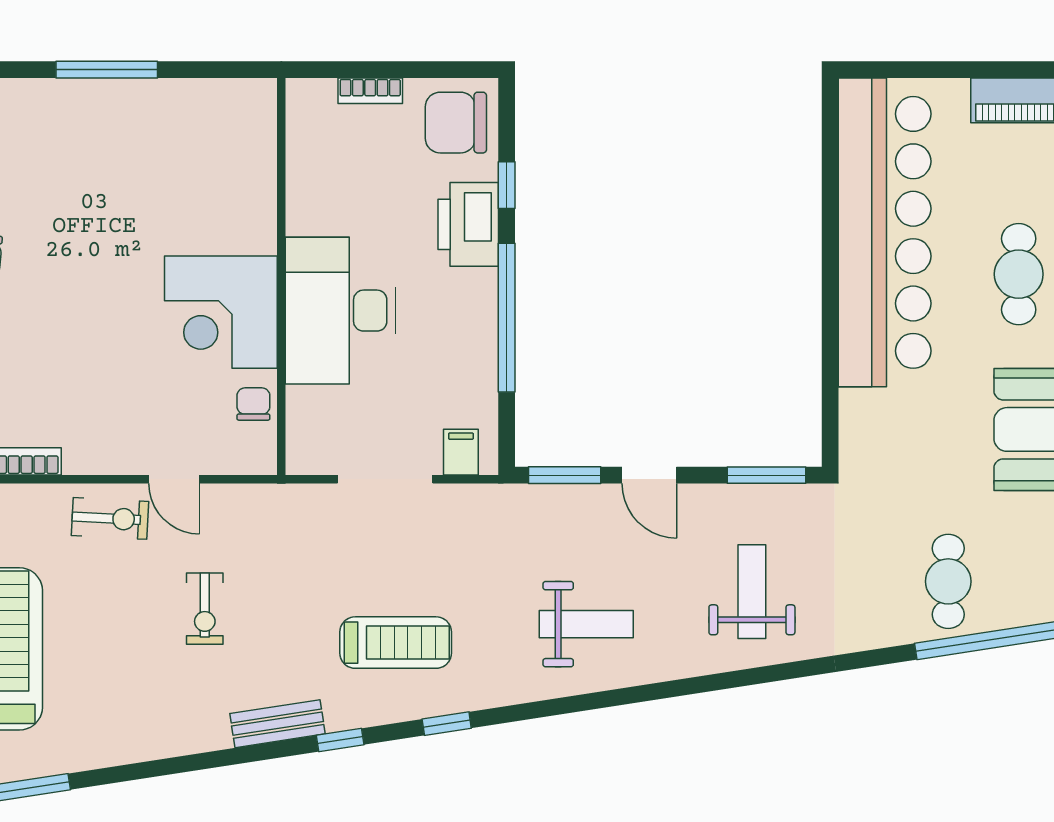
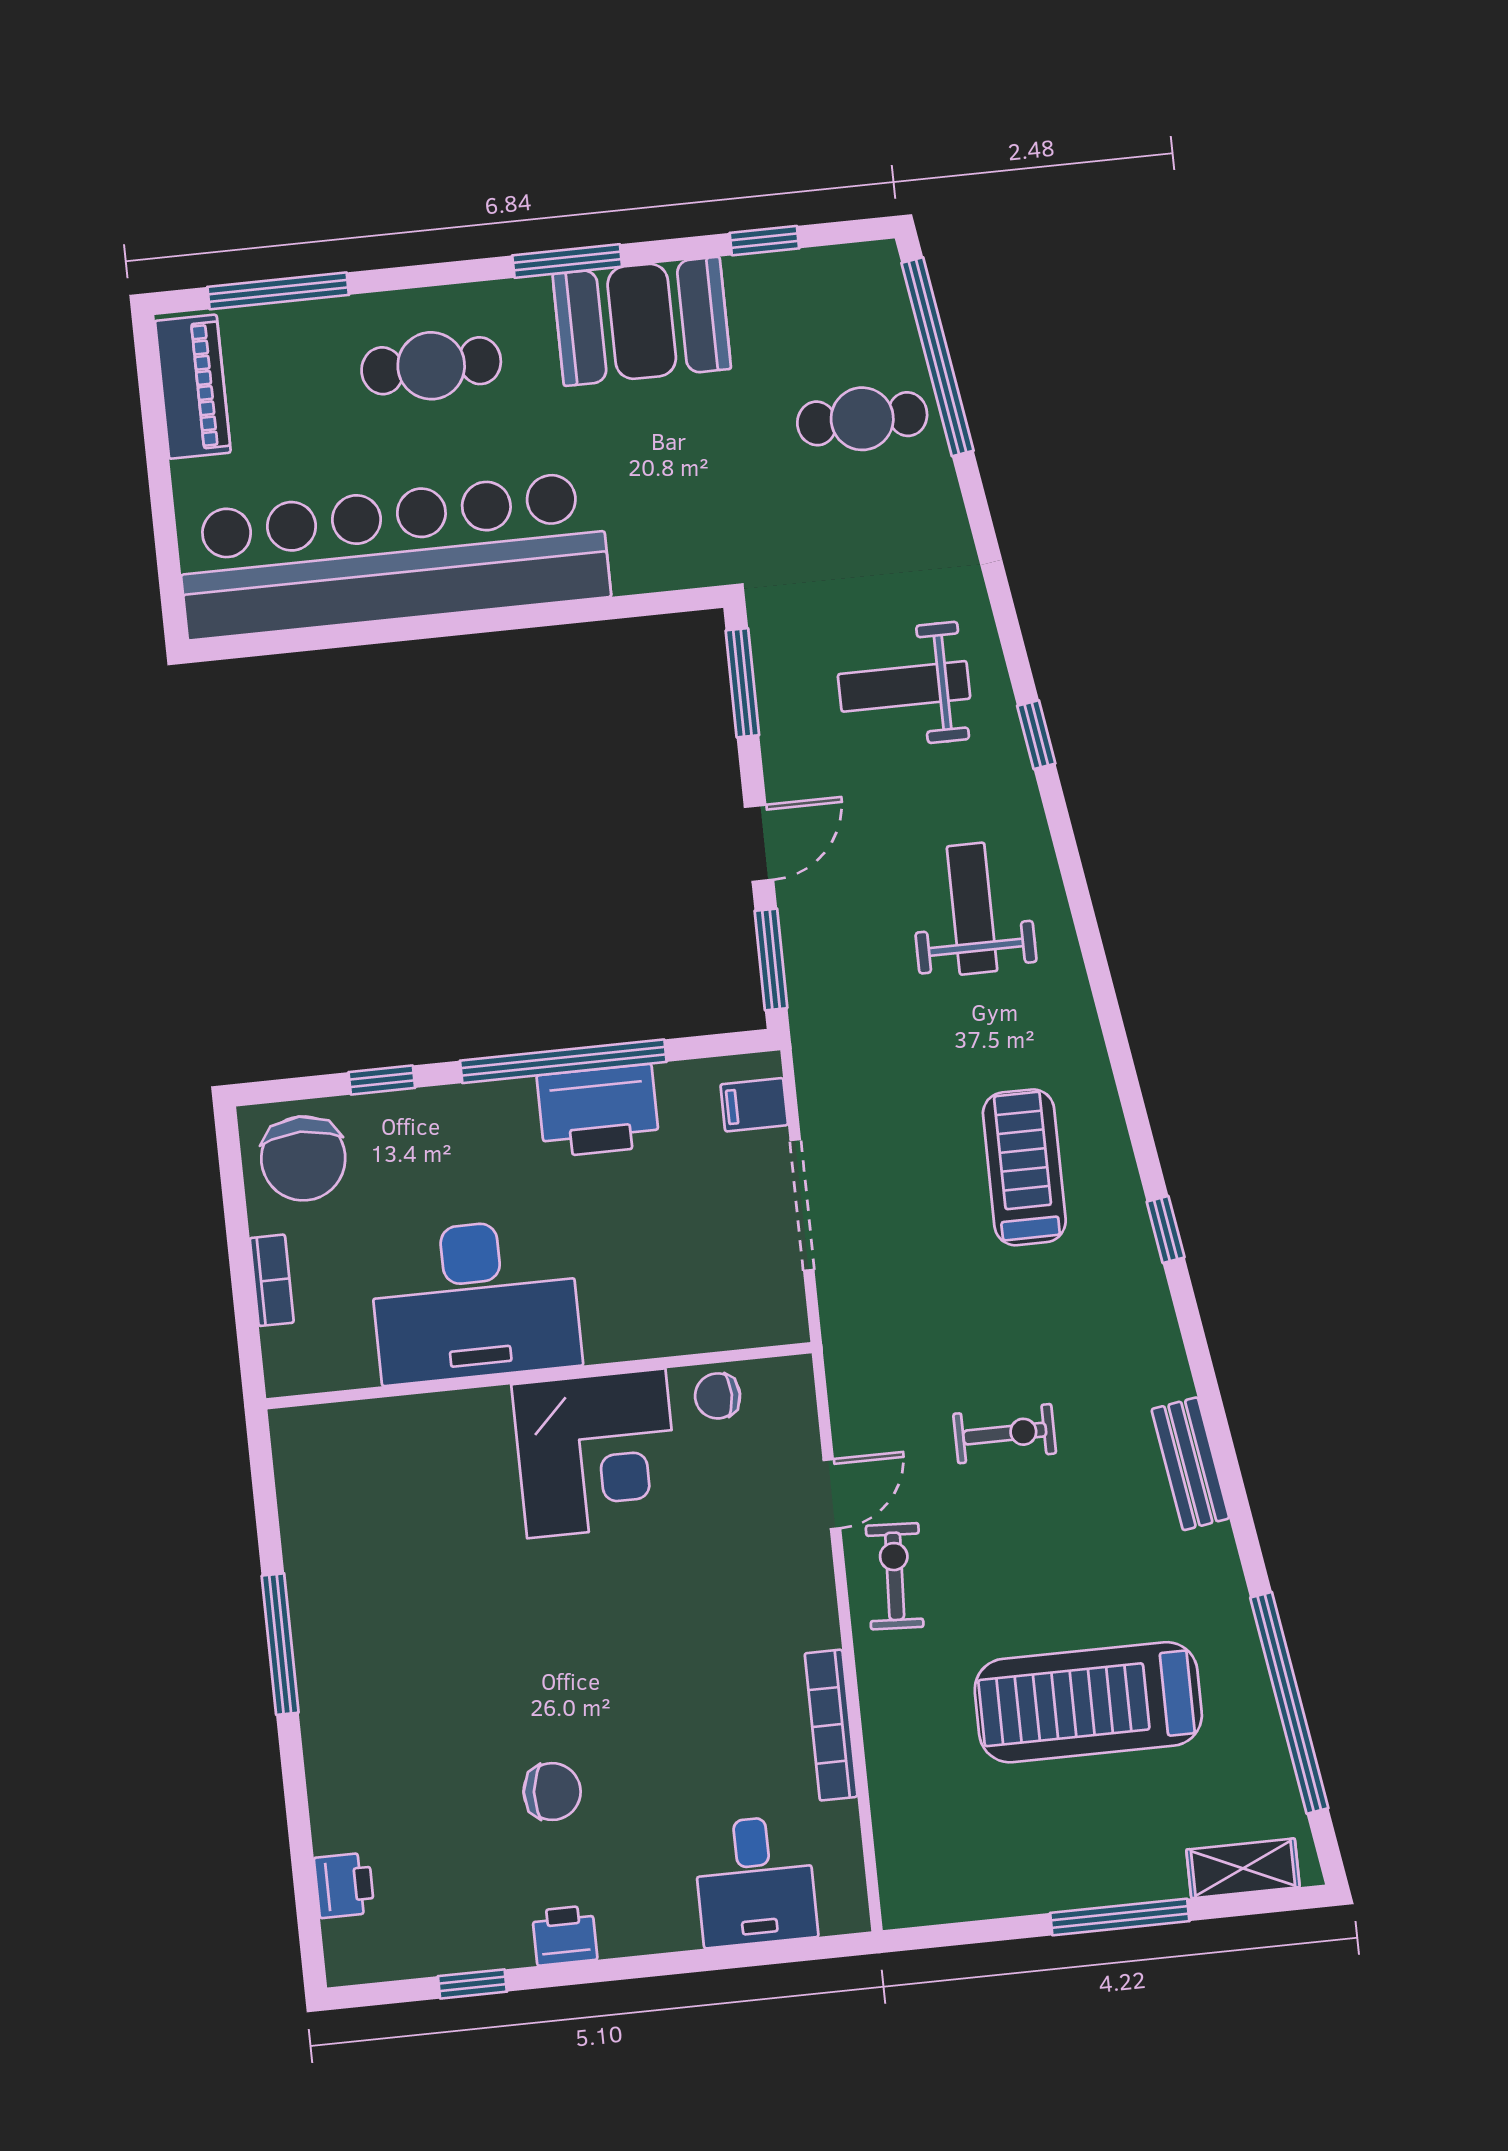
printer: (468, 224) -> (598, 1111), moved
desk: (340, 311) -> (475, 1300), moved
bench: (277, 724) -> (1190, 1464), moved
window: (447, 724) -> (1036, 735), moved

